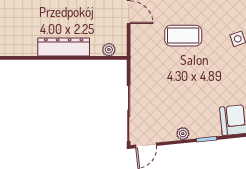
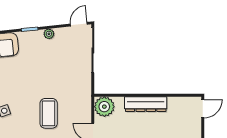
coffee table: (183, 36) -> (49, 113), turned 90
plant: (109, 50) -> (104, 107), width x1.88, depth x1.88

